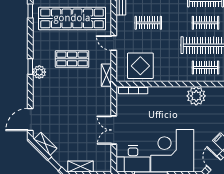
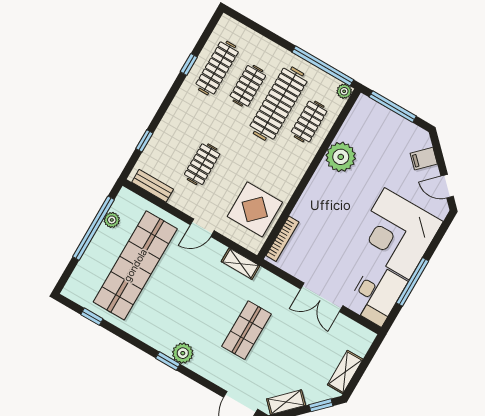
shop shelf: (72, 59) -> (247, 330), moved

